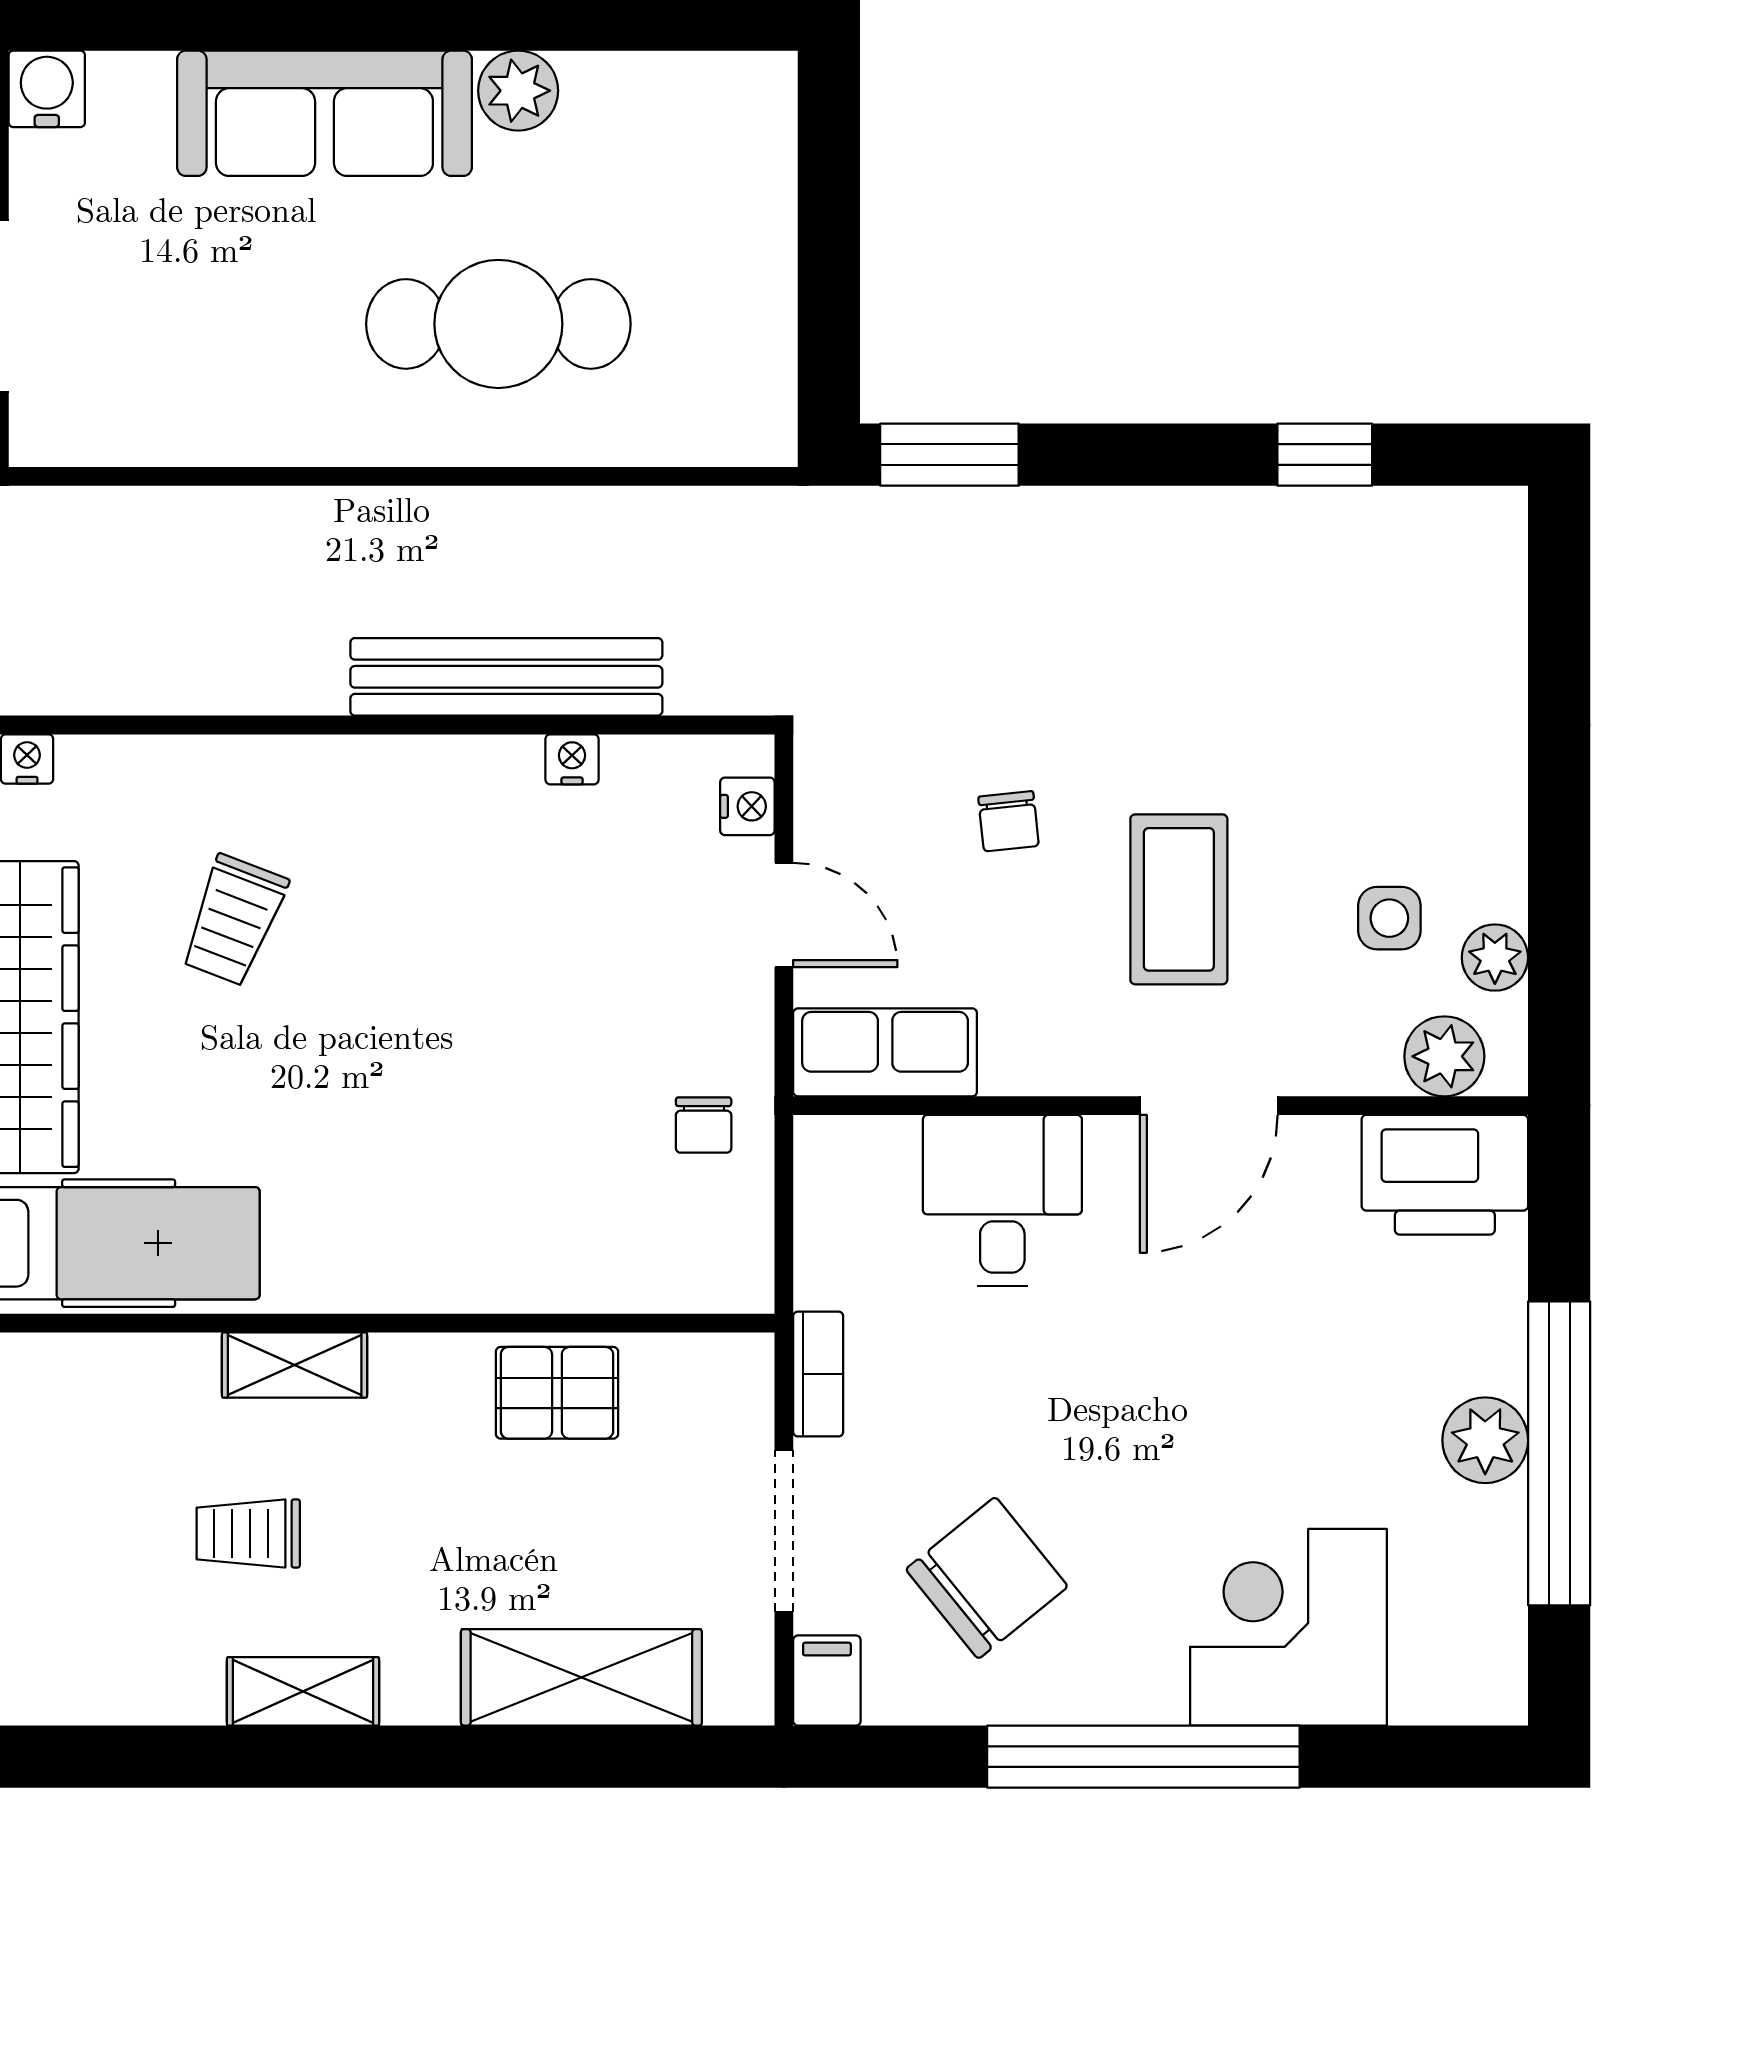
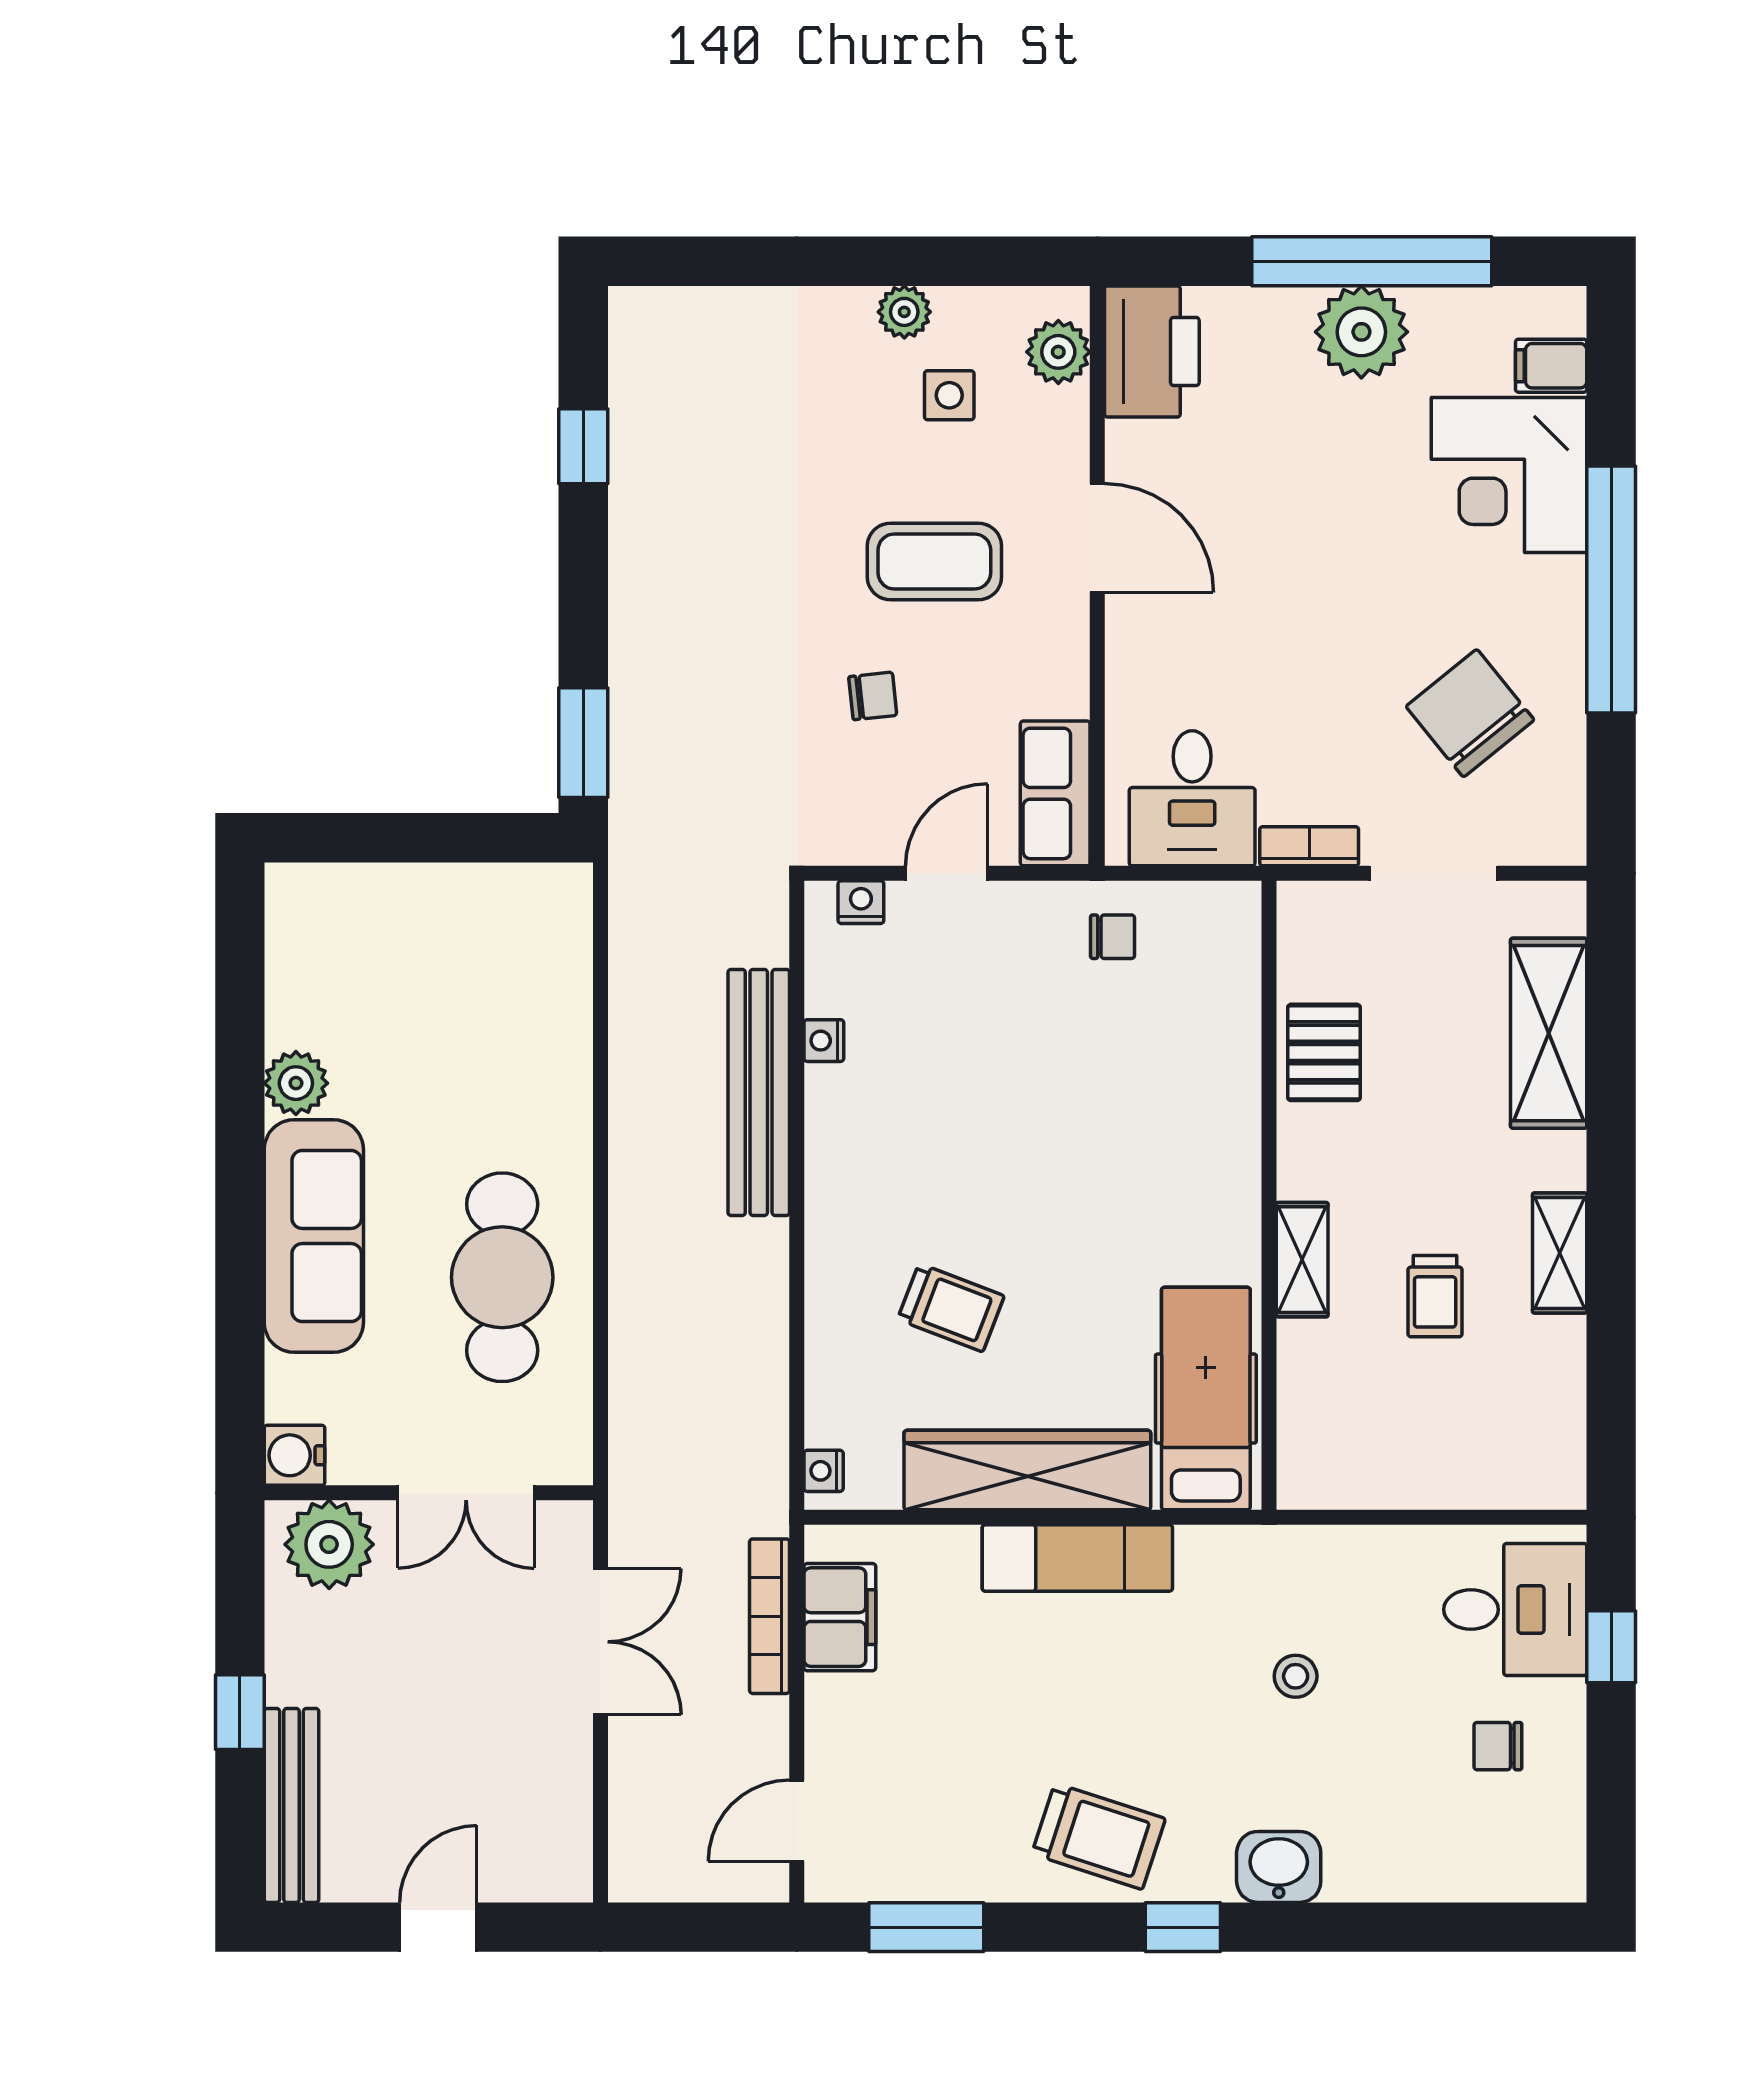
cafe table: (498, 324) -> (502, 1277), moved
plant: (1495, 958) -> (904, 312), moved
desk: (1002, 1201) -> (1192, 798), moved, turned -90
plant: (1485, 1440) -> (1361, 332), width x1.36, depth x1.36
filing cabinet: (827, 1681) -> (1551, 366), moved

